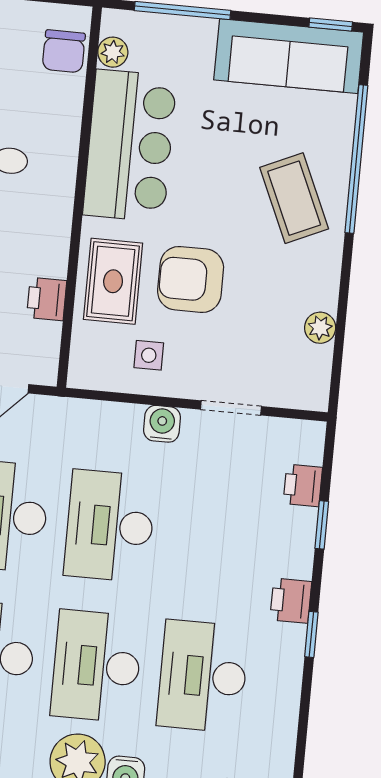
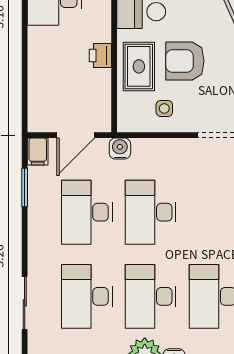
printer: (47, 299) -> (100, 55), moved
water cooler: (162, 424) -> (120, 149), moved

